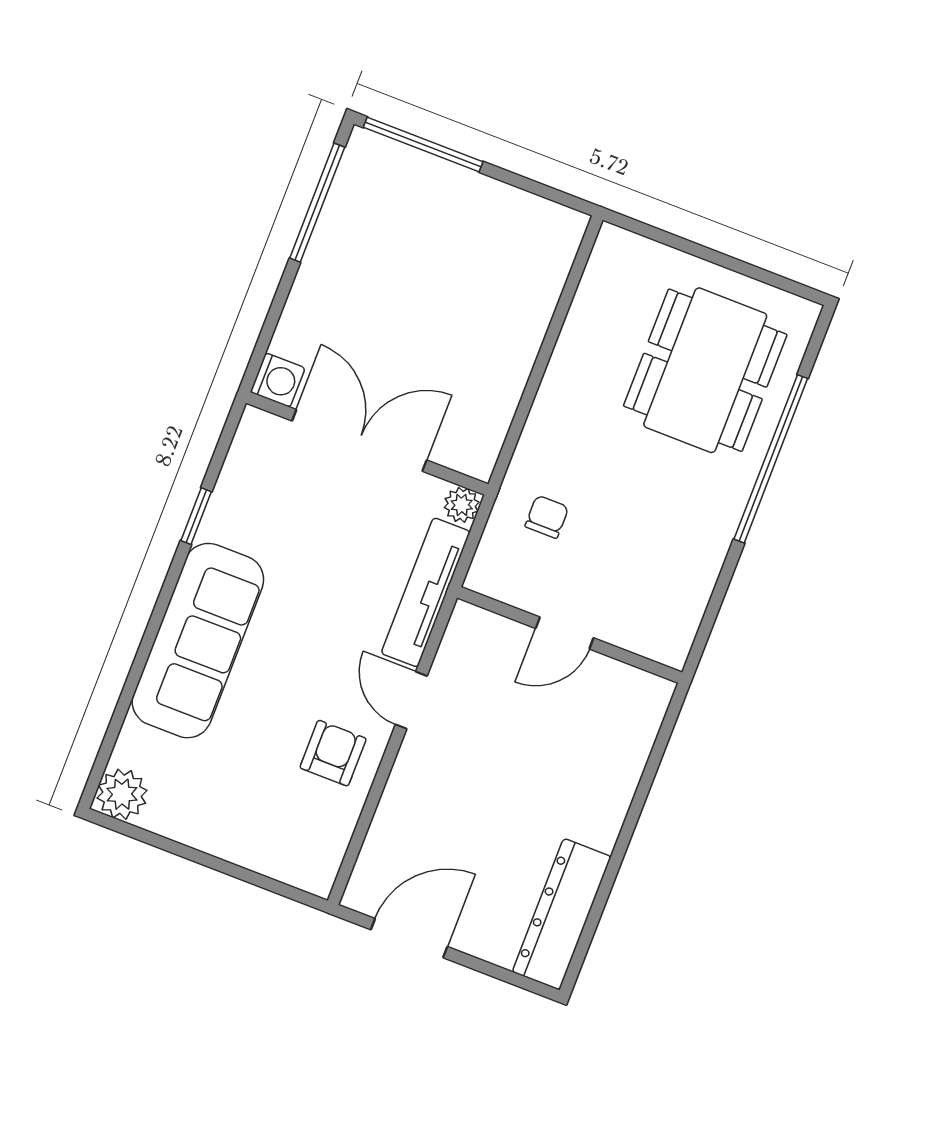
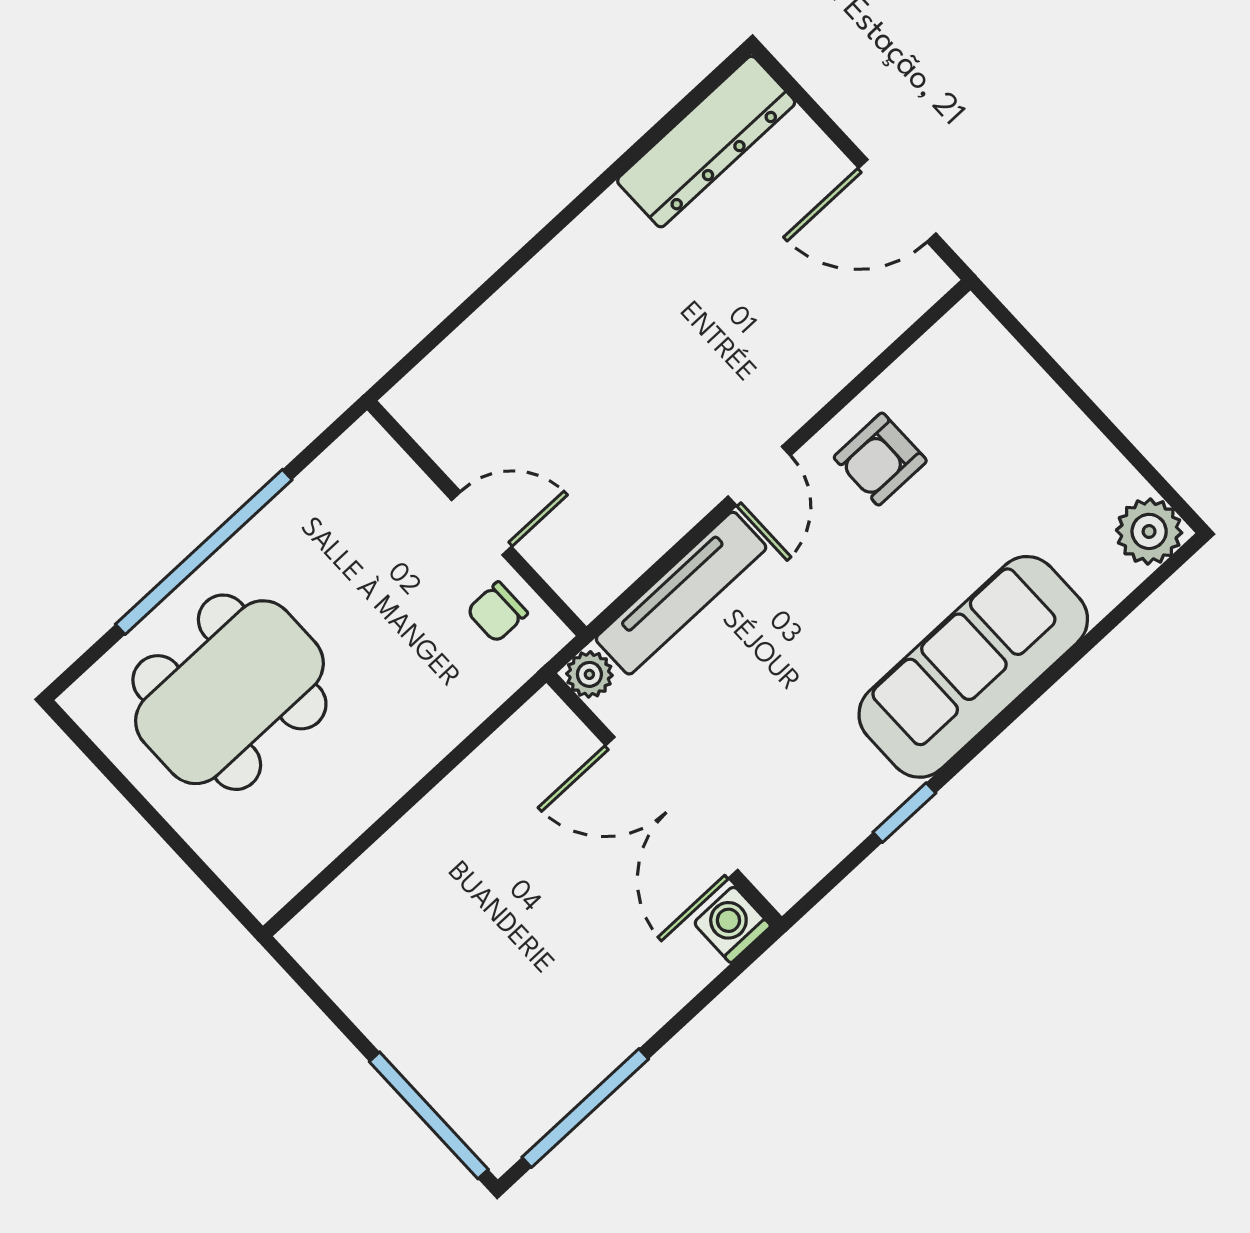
door: (565, 633) -> (482, 523), moved
wall: (570, 635) -> (477, 518), moved

